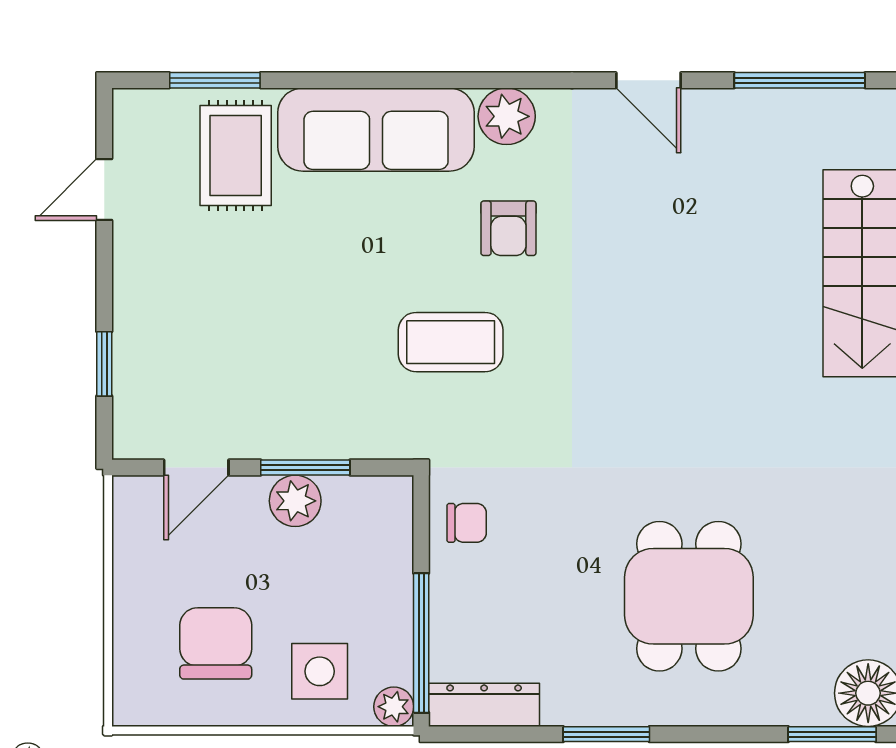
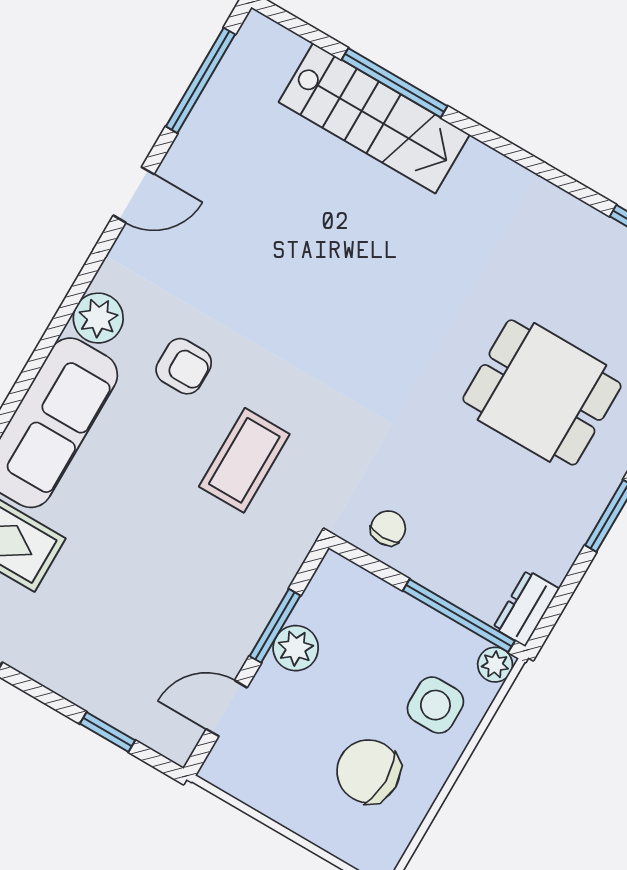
door: (196, 468) -> (227, 708), swing flipped
dresser: (484, 705) -> (526, 608), width x0.70

